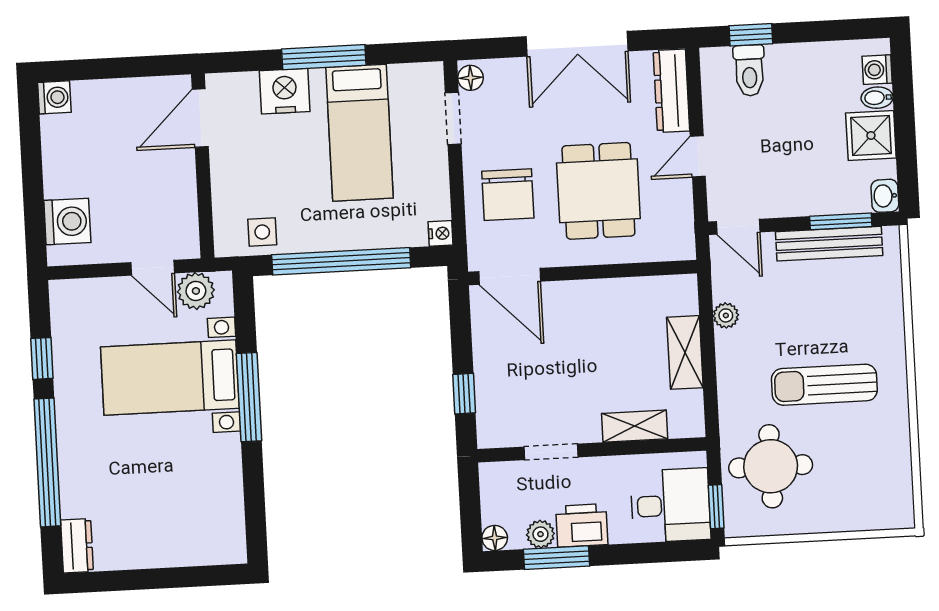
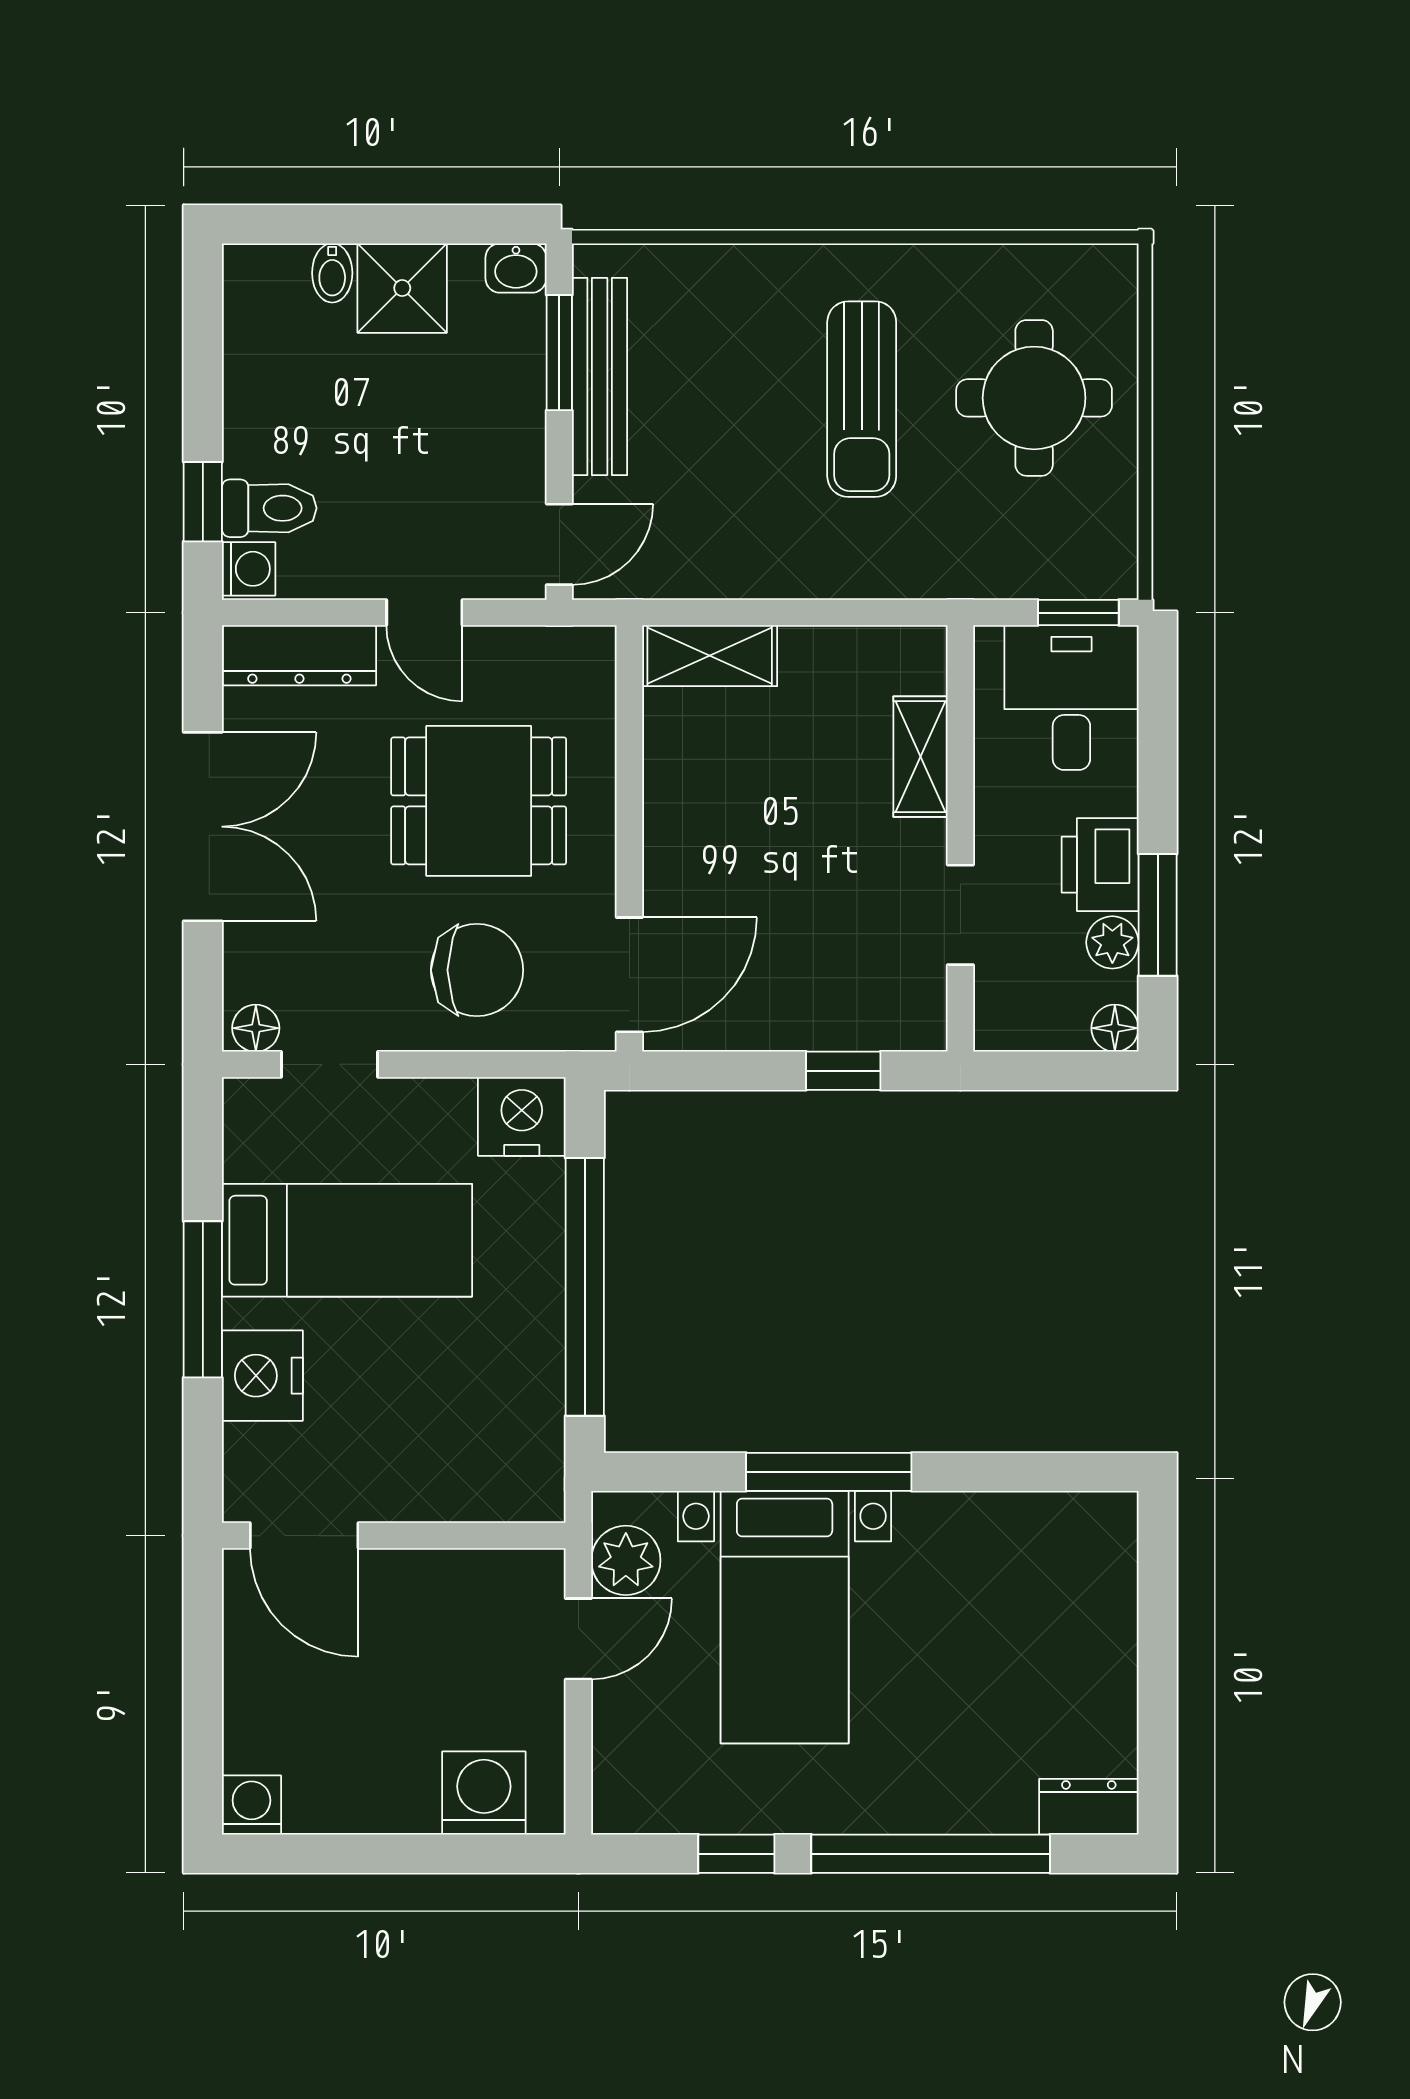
washing machine: (877, 70) -> (249, 569), moved, turned -90
side table: (262, 232) -> (523, 1431), removed
nightstand: (441, 233) -> (522, 1117), width x1.89, depth x1.79
plant: (726, 315) -> (723, 576), removed
shelving: (685, 352) -> (710, 656), moved
round table: (771, 466) -> (1034, 398), moved

